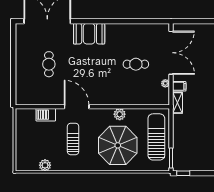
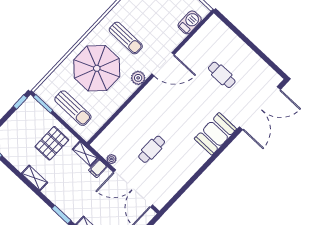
plant: (120, 114) -> (138, 78), moved
barbecue: (46, 115) -> (190, 22), moved
pallet: (190, 130) -> (52, 143), added
sun lounger: (156, 137) -> (73, 108), width x0.73, depth x0.75
sun lounger: (73, 139) -> (126, 38), moved

